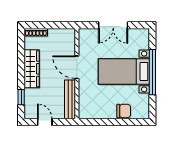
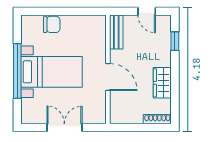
wardrobe: (32, 69) -> (162, 83), width x0.67
bench: (70, 99) -> (116, 32), width x0.73
chair: (124, 111) -> (52, 24), turned 180

